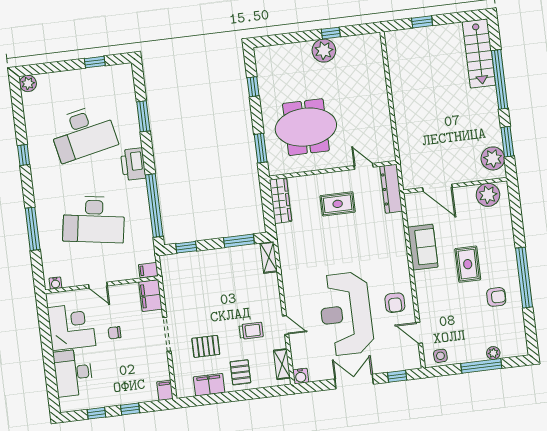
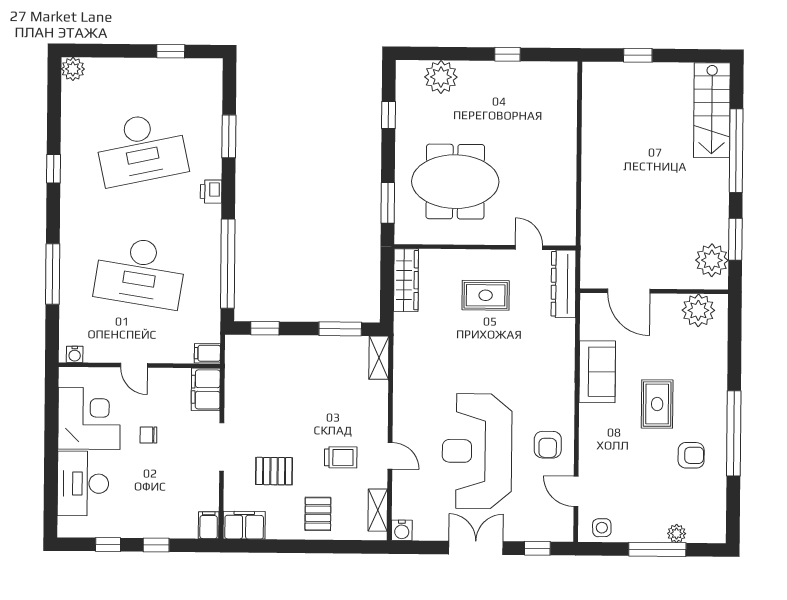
plant: (324, 51) -> (441, 77), moved
printer: (133, 164) -> (211, 192), width x0.53, depth x0.68
filing cabinet: (209, 385) -> (244, 525), moved

